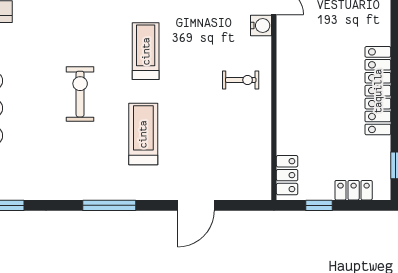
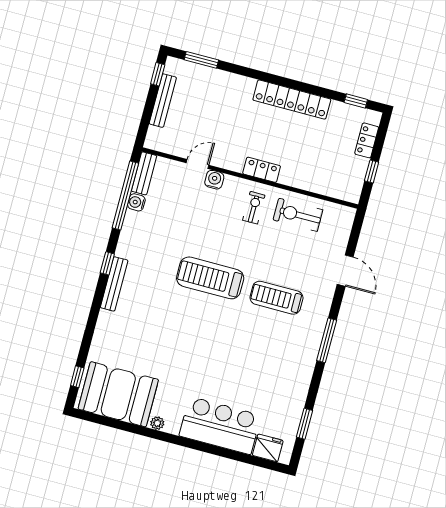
treadmill: (146, 51) -> (210, 278), width x1.37, depth x1.38
exercise bike: (80, 94) -> (298, 215), moved
locker: (287, 175) -> (262, 170), moved

